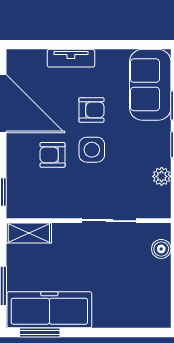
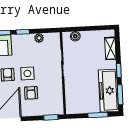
shelving: (29, 233) -> (110, 48), moved
window: (89, 332) -> (119, 70), added

